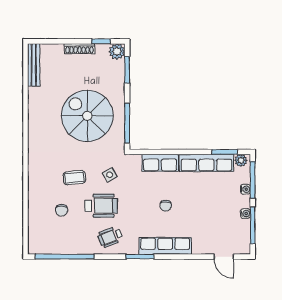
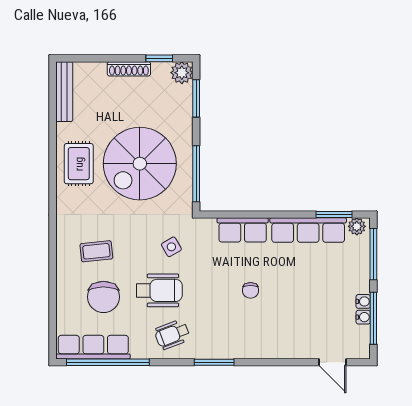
rug: (44, 116) -> (79, 164), added
spiral stairs: (87, 116) -> (140, 164), turned -90
coffee table: (74, 178) -> (96, 251), moved
water cooler: (245, 189) -> (363, 317), moved
chair: (62, 210) -> (103, 297), width x1.87, depth x1.87
row of seats: (165, 246) -> (93, 347), moved

